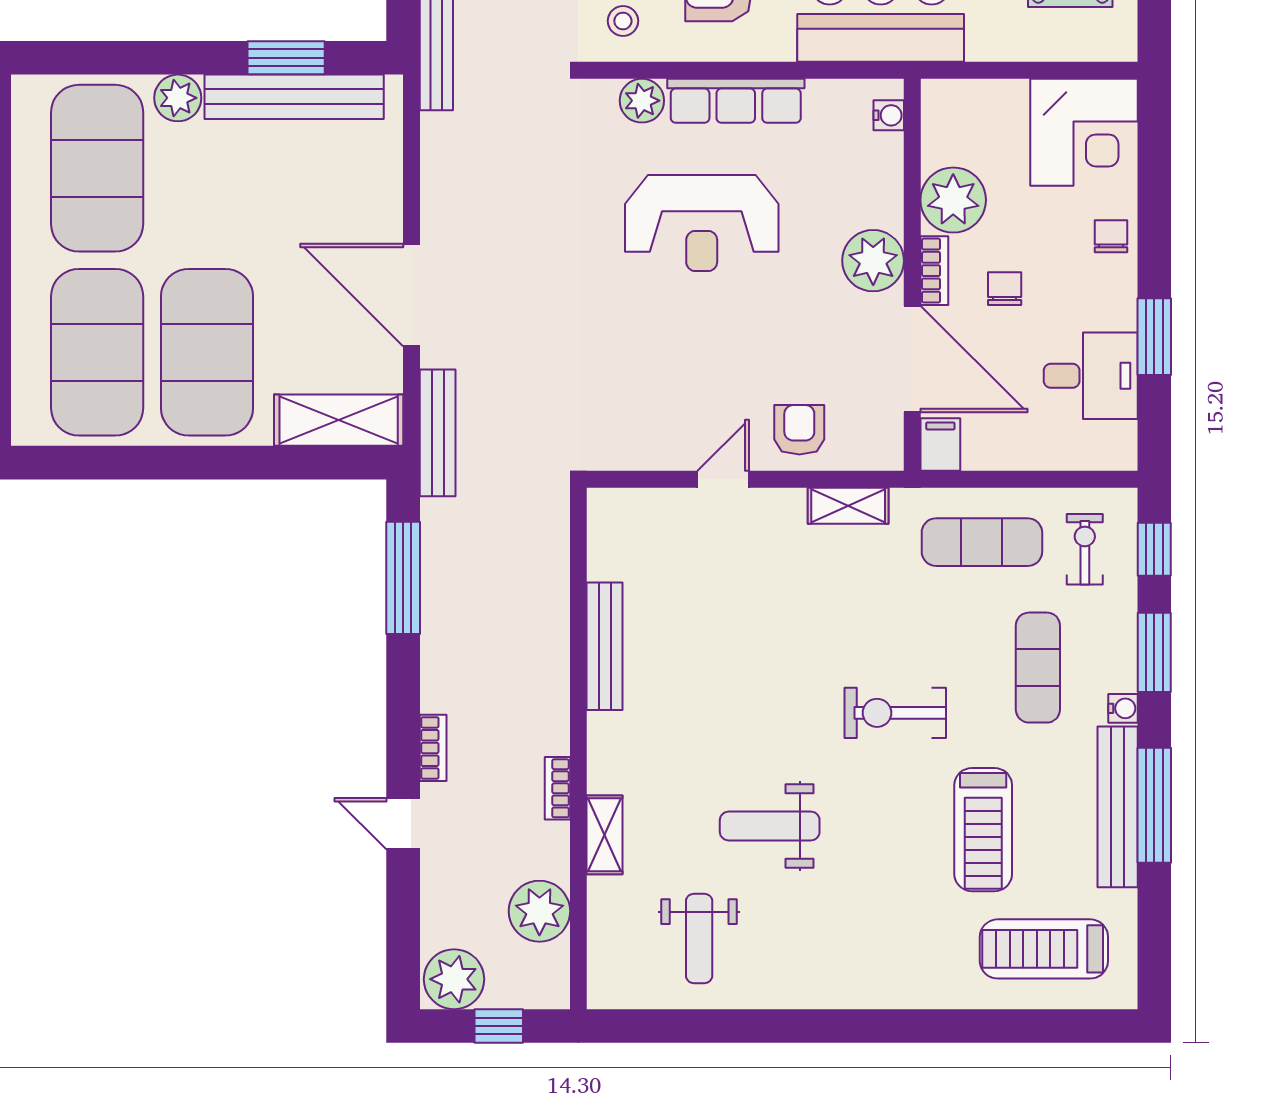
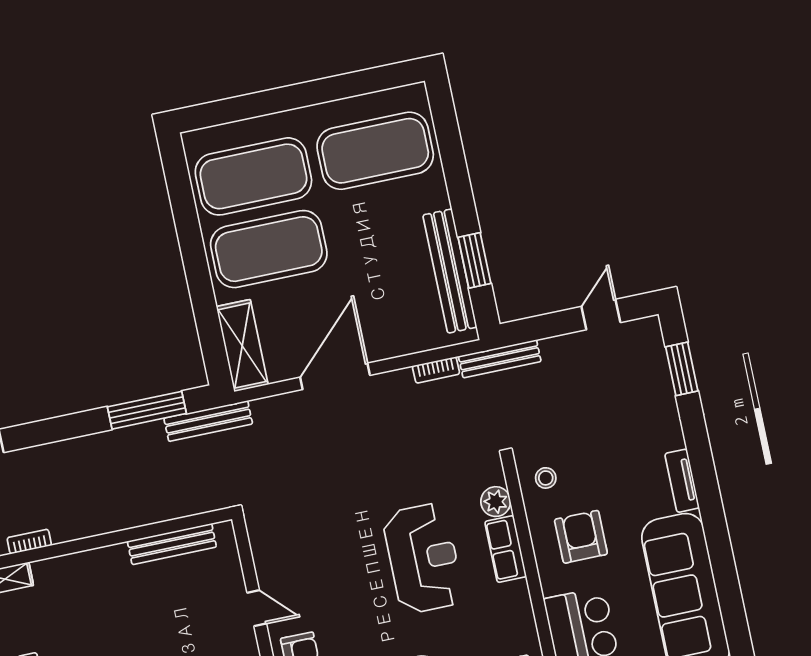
plant: (178, 98) -> (433, 194), removed
row of seats: (736, 101) -> (506, 549), width x0.68
reception desk: (702, 223) -> (423, 558), turned 180
bench: (438, 433) -> (208, 421), moved
bench: (605, 646) -> (172, 544), moved
bookcase: (433, 748) -> (436, 370), moved

